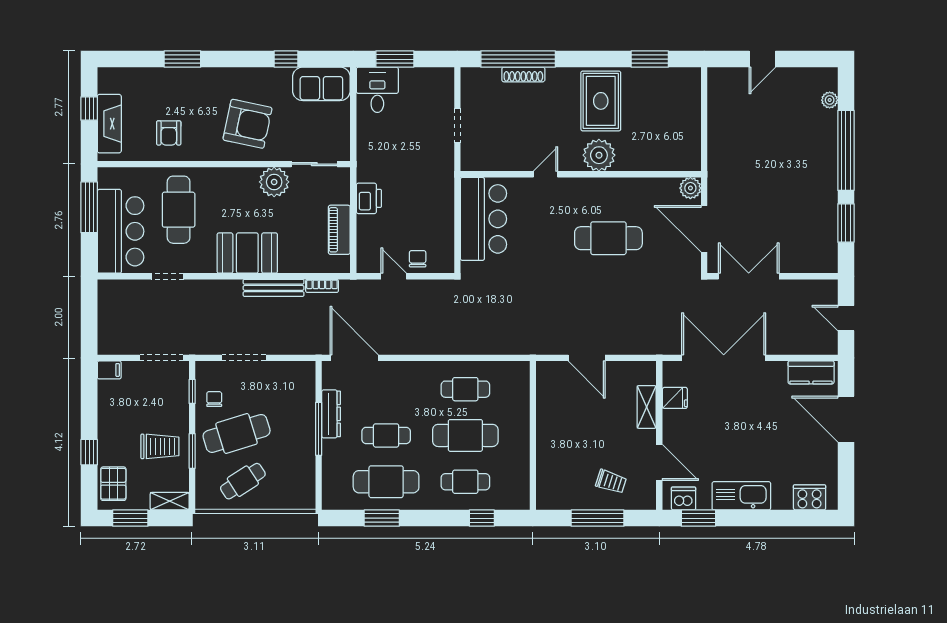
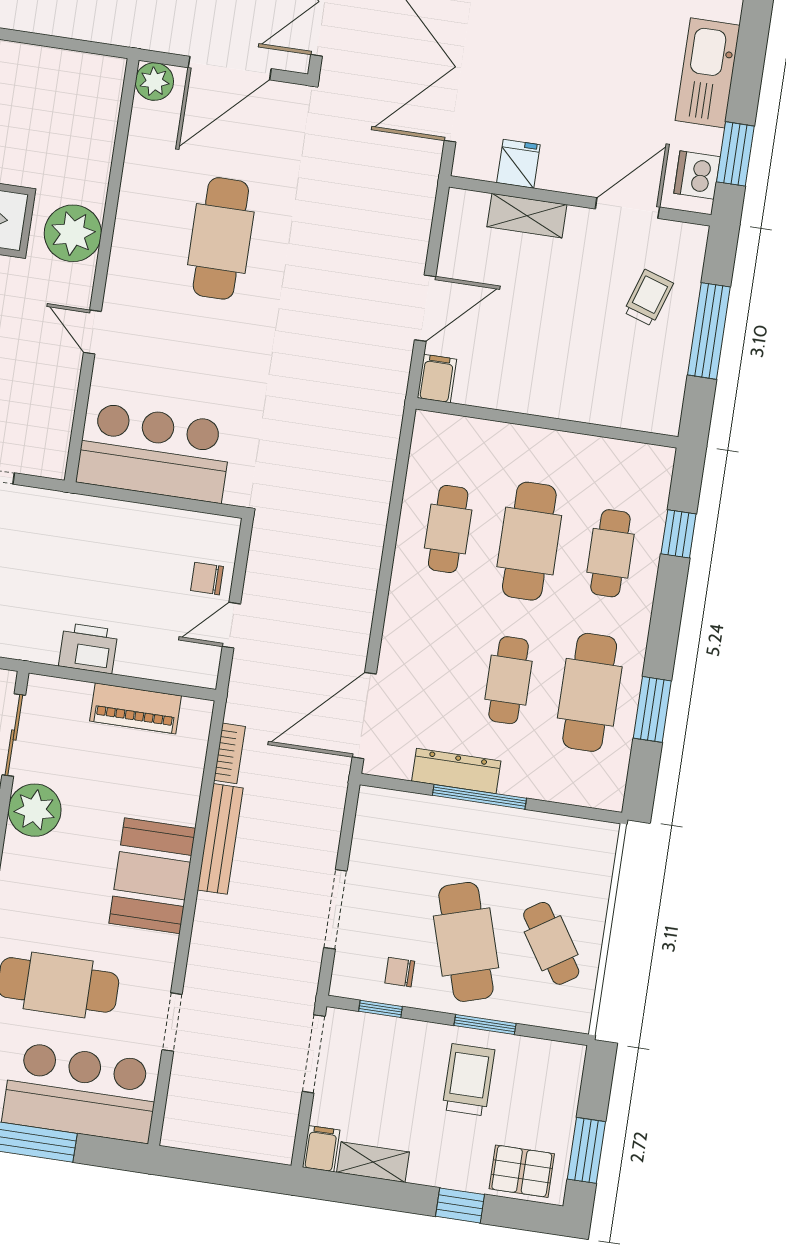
filing cabinet: (548, 370) -> (437, 378), added
shelving: (170, 501) -> (373, 1162), moved, turned 90

